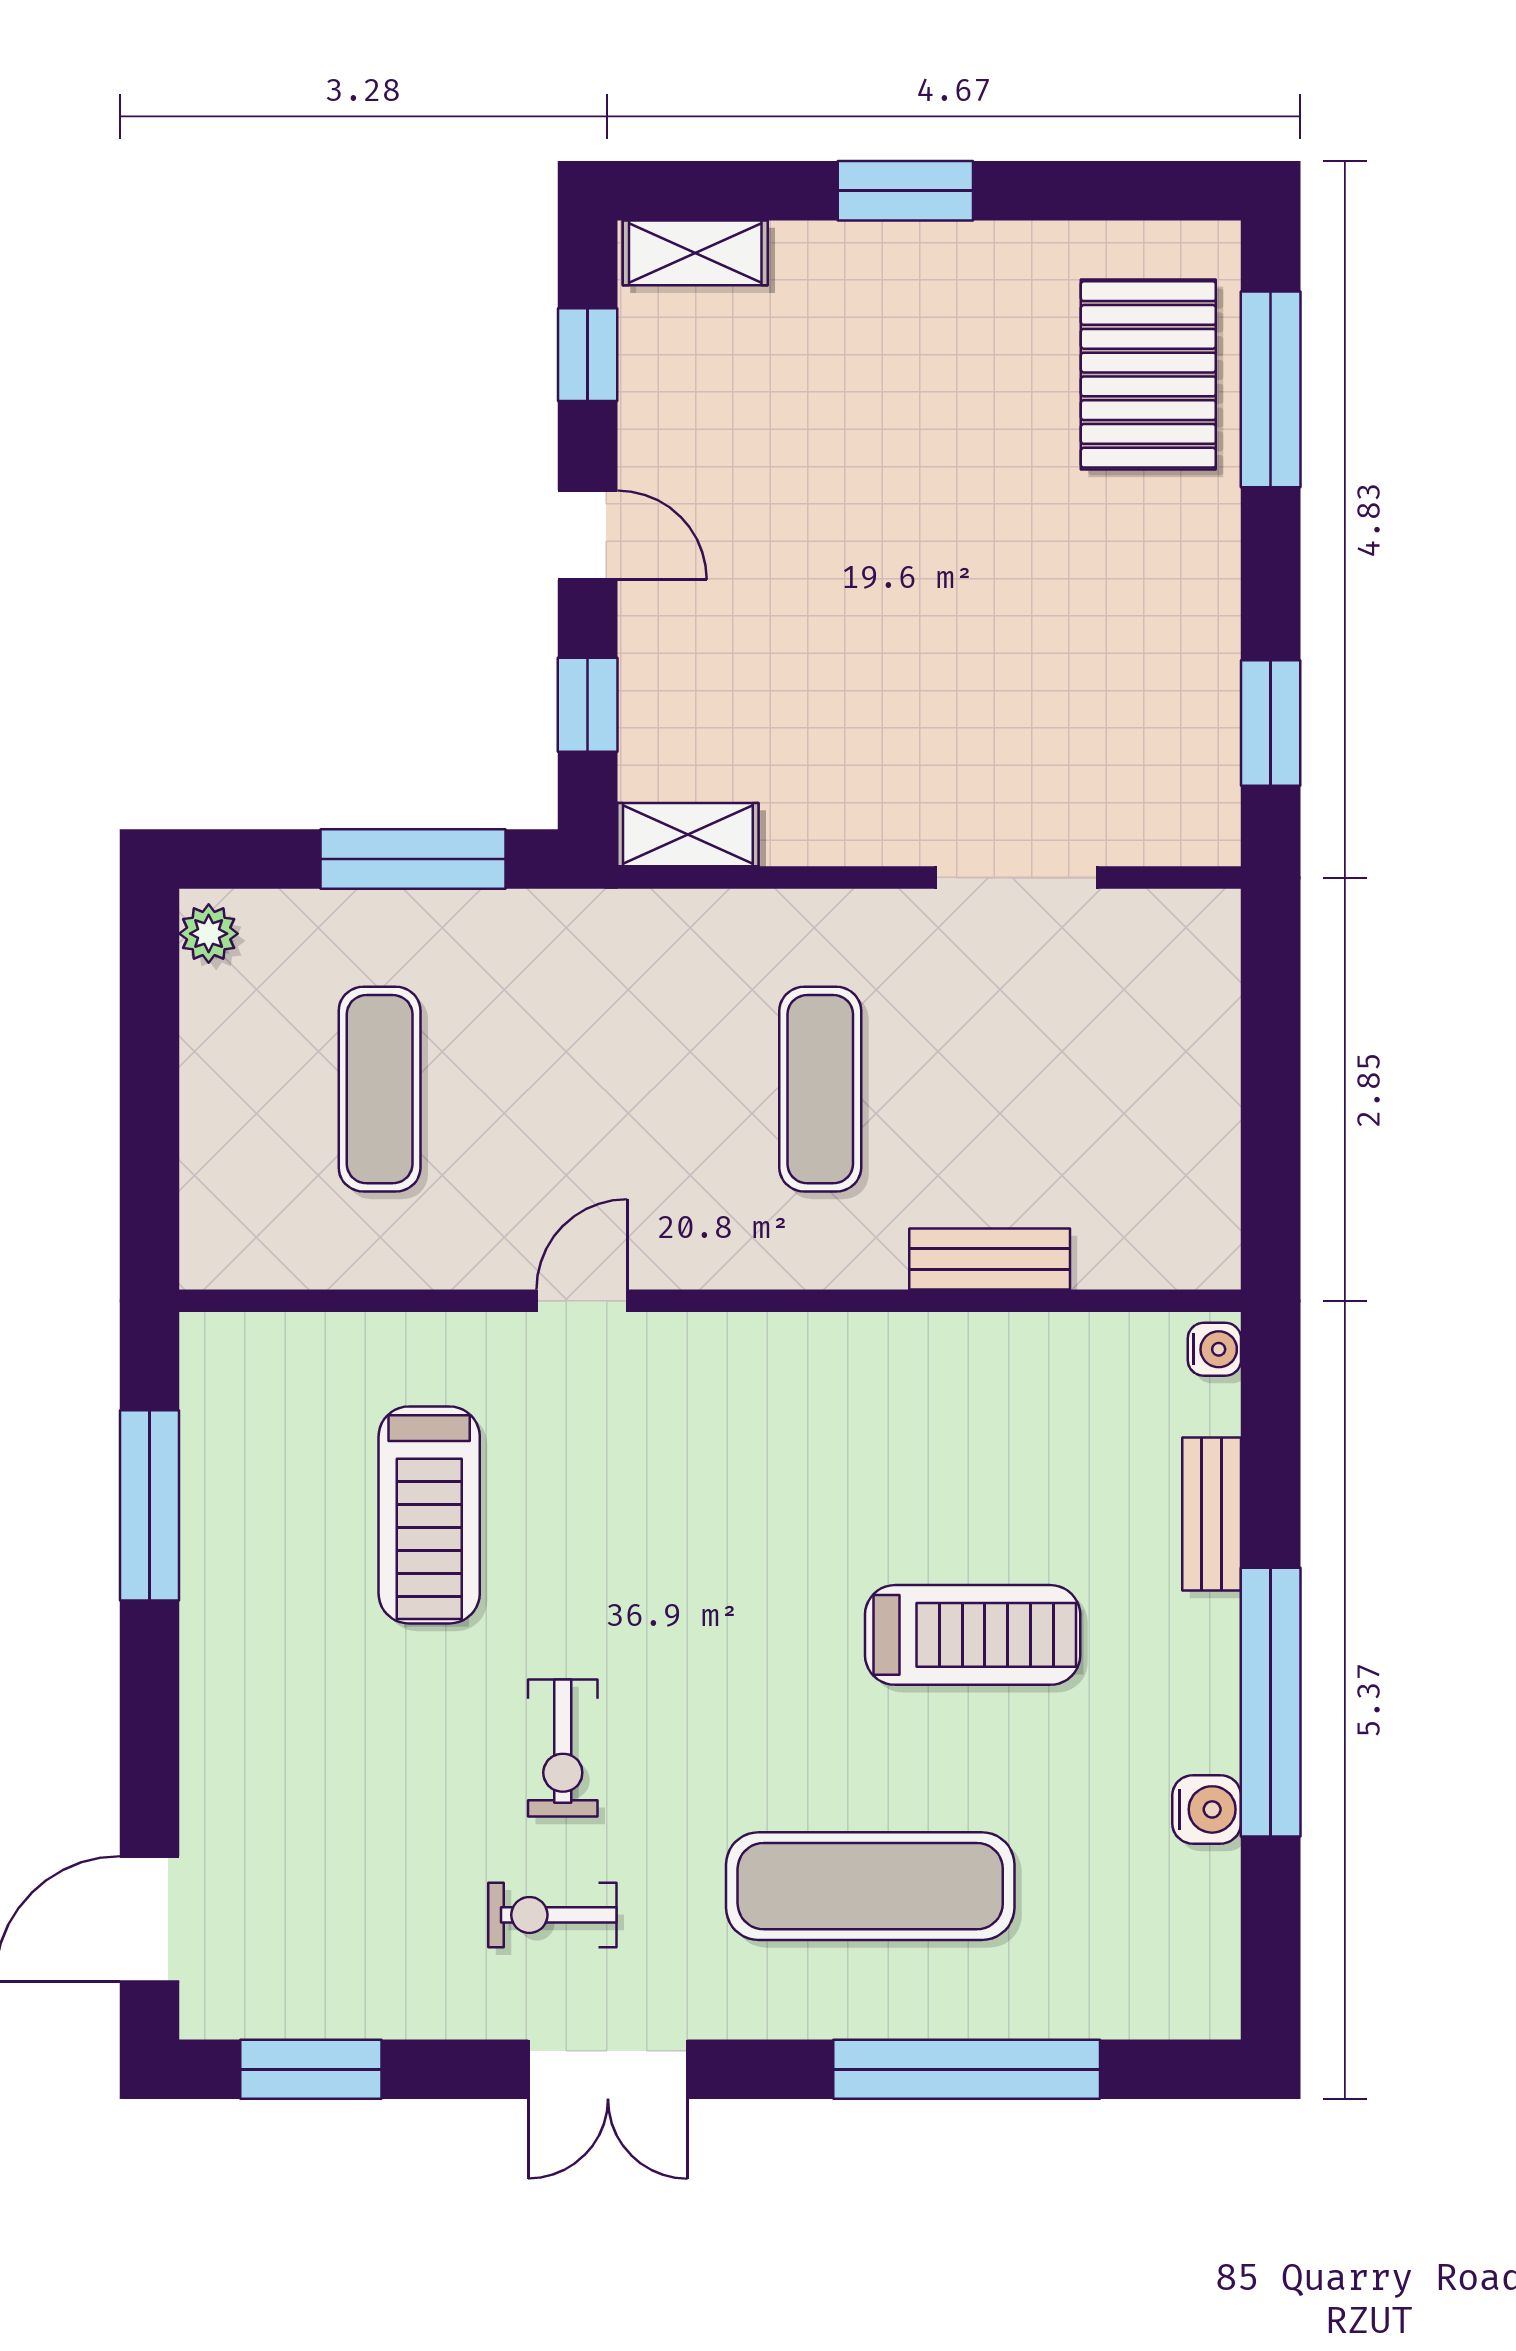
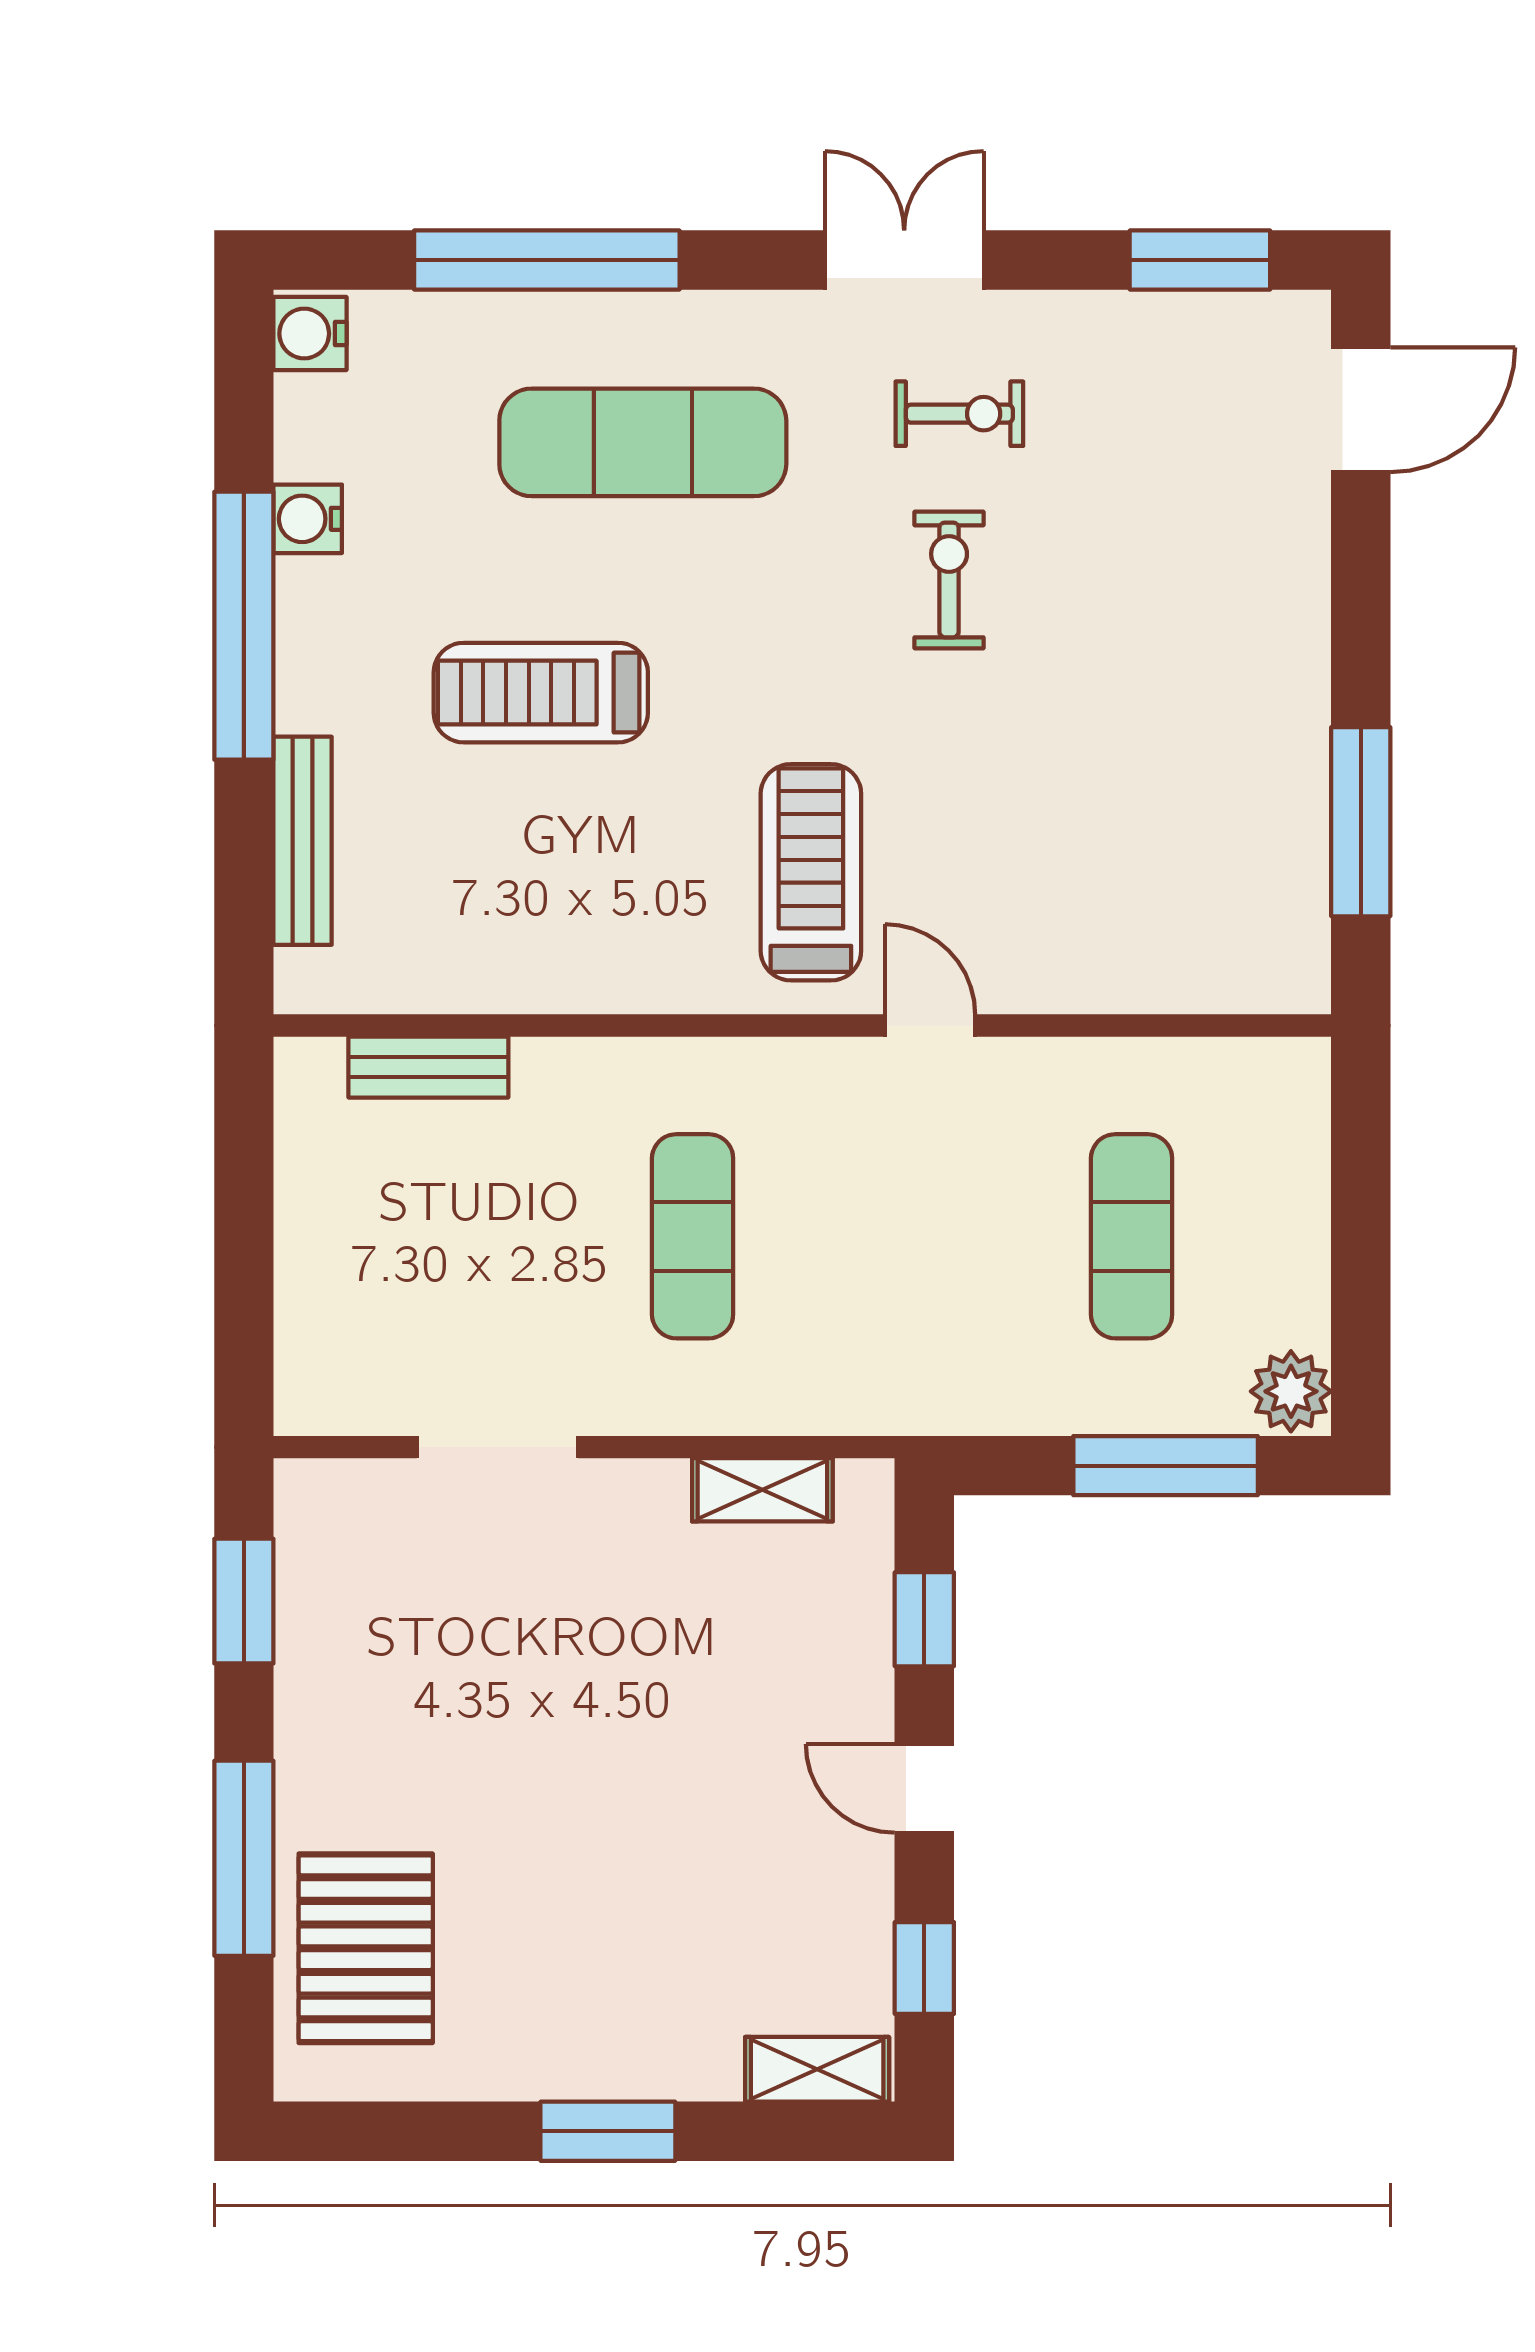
window: (1271, 389) -> (244, 1858), moved
shelving: (688, 835) -> (762, 1490), moved
window: (413, 859) -> (1166, 1466), moved
plant: (209, 934) -> (1291, 1391), width x1.38, depth x1.38
bench: (990, 1259) -> (428, 1067), moved
door: (582, 1301) -> (930, 1026), swing flipped
water cooler: (1214, 1349) -> (310, 334), moved, width x1.38, depth x1.38
bench: (1212, 1514) -> (303, 841), width x1.36
treadmill: (429, 1515) -> (811, 872), moved

